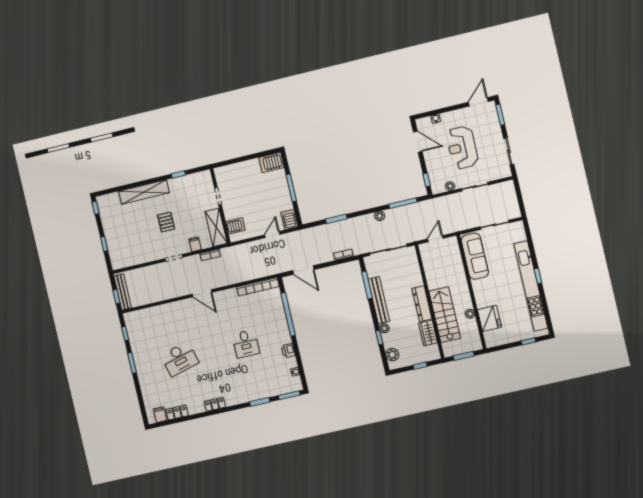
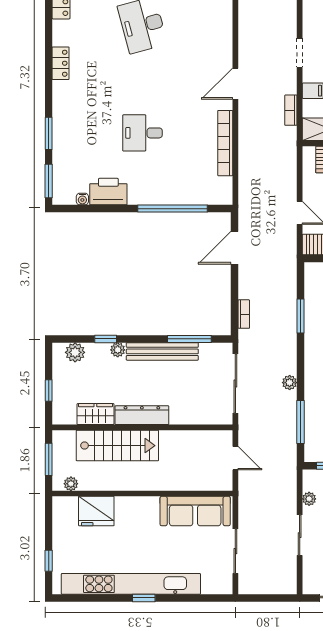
bookcase: (258, 287) -> (225, 143), moved
plant: (470, 314) -> (71, 484), moved
printer: (288, 351) -> (108, 192), width x1.87, depth x1.48

